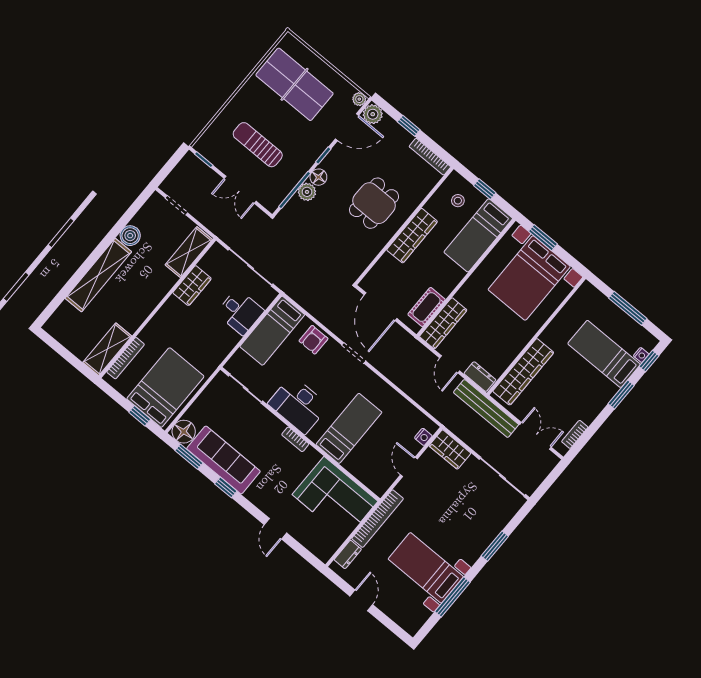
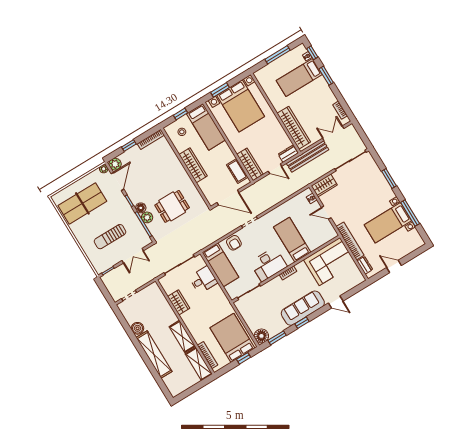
dining table: (374, 203) -> (172, 206), moved, turned 90
shelving: (189, 252) -> (182, 336), moved
sofa: (223, 460) -> (303, 308), moved

